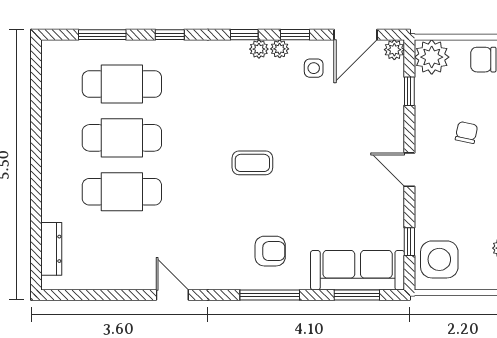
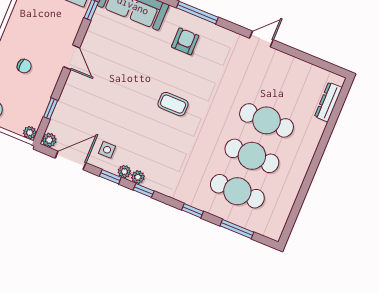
plant: (432, 57) -> (30, 133), width x0.53, depth x0.53
chair: (466, 133) -> (24, 66), turned -97
armchair: (270, 251) -> (185, 41), turned 90
door: (172, 295) -> (261, 39), swing flipped

